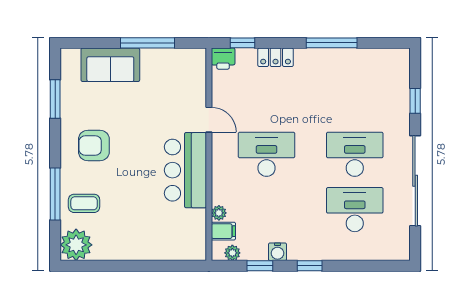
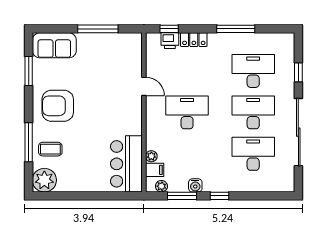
printer: (223, 59) -> (170, 41), moved
sofa: (110, 65) -> (54, 45), moved
desk: (355, 99) -> (253, 71), added
armchair: (94, 145) -> (58, 106), width x1.36, depth x1.36
bar counter: (185, 170) -> (126, 164), moved
window: (260, 266) -> (182, 196), width x1.50

